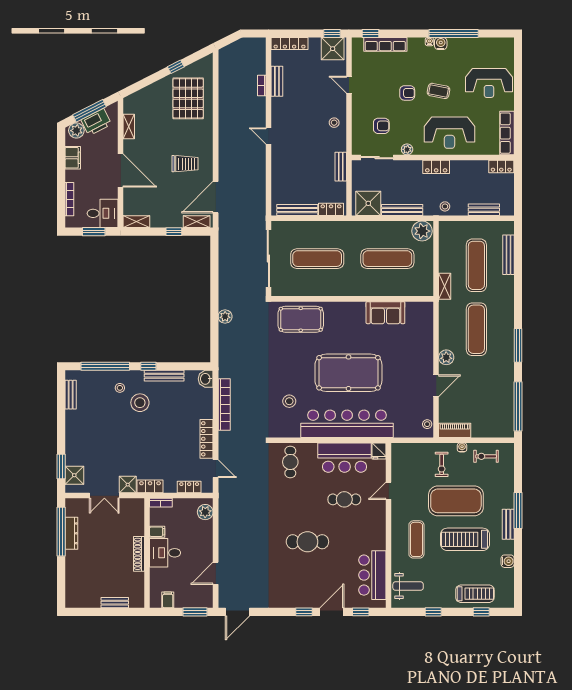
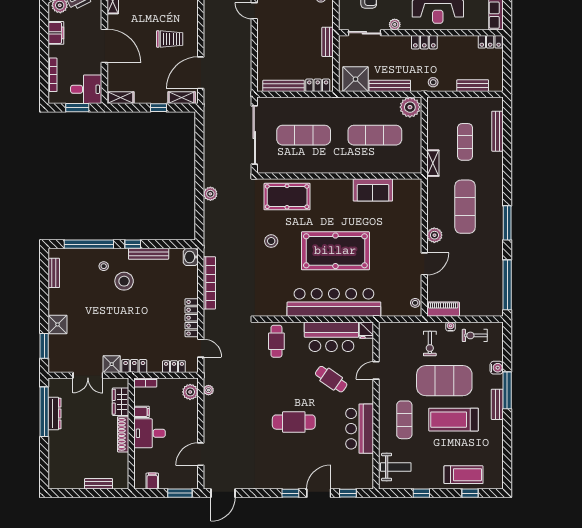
exercise mat: (476, 265) -> (465, 142), width x0.73, depth x0.69
stool: (289, 401) -> (271, 241), moved
shower: (74, 475) -> (58, 324), moved
cafe table: (344, 499) -> (331, 379), turned 35
plant: (223, 510) -> (208, 390), added
wardrobe: (136, 522) -> (120, 402), added
water cooler: (508, 561) -> (497, 368), moved
bar counter: (372, 575) -> (360, 429), moved

